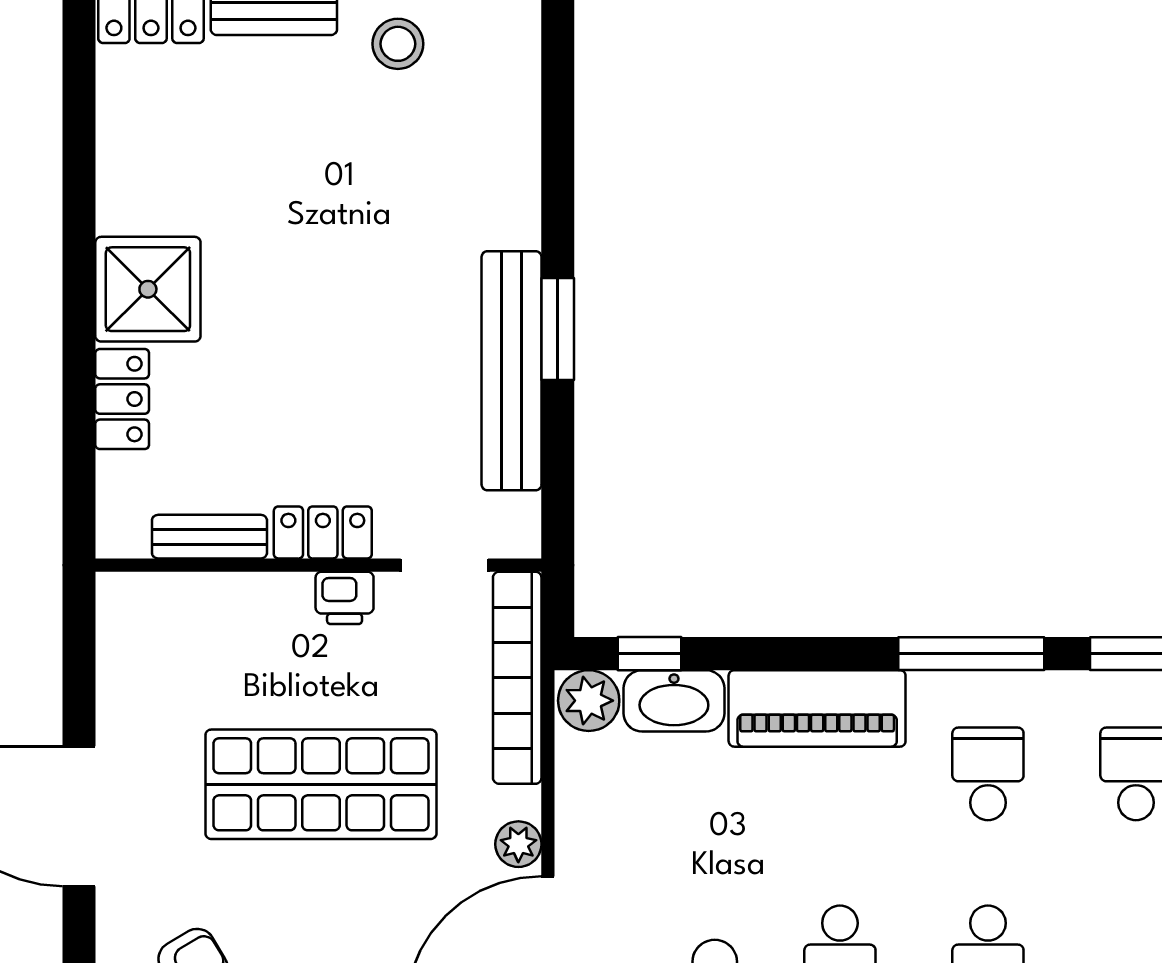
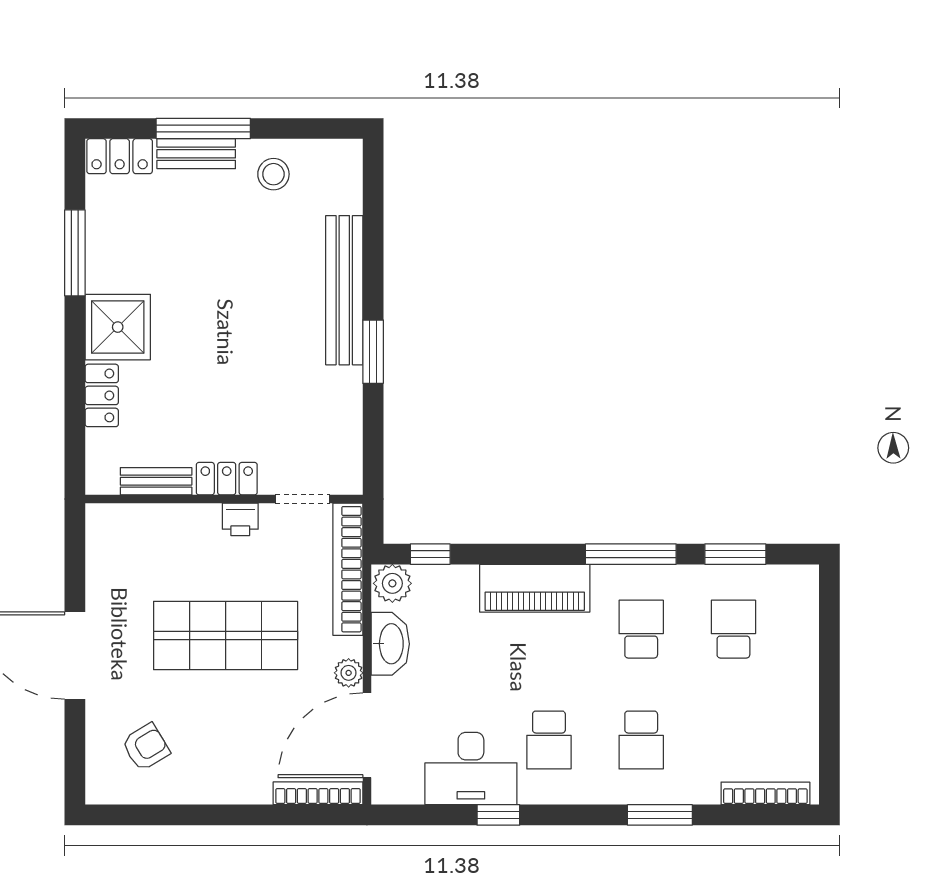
window: (79, 170) -> (75, 253), added
bench: (512, 371) -> (344, 290), moved
washbasin: (674, 701) -> (390, 644), moved, turned -90

